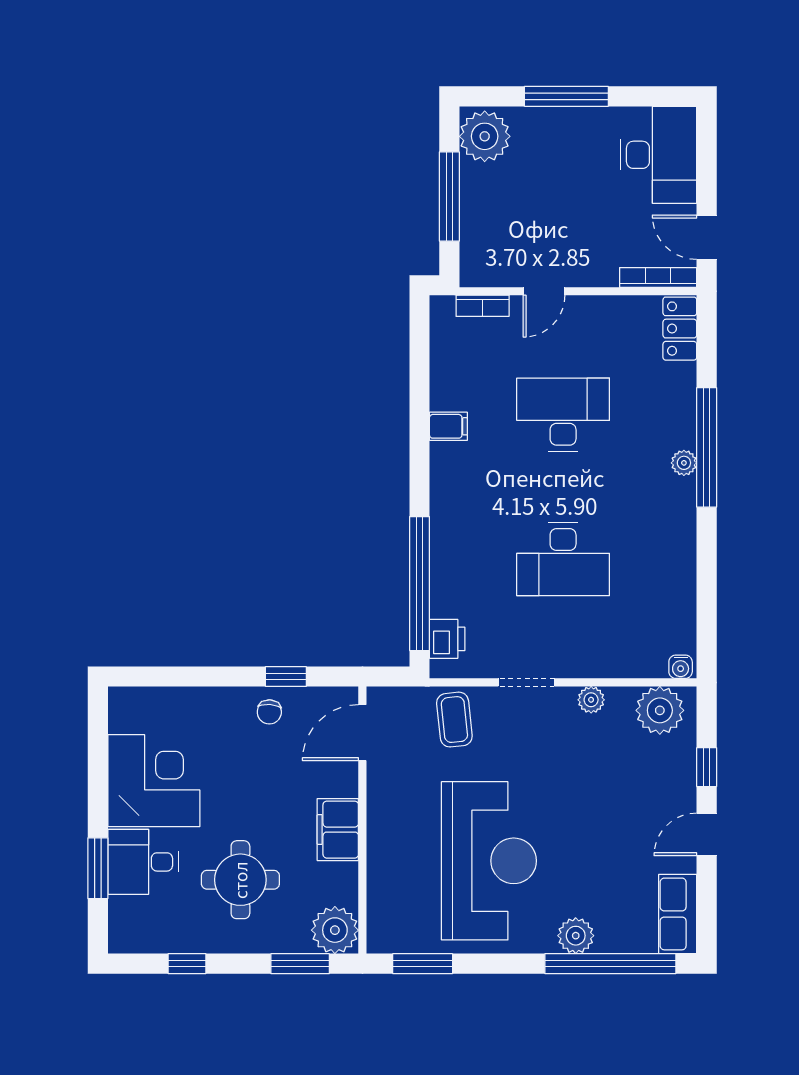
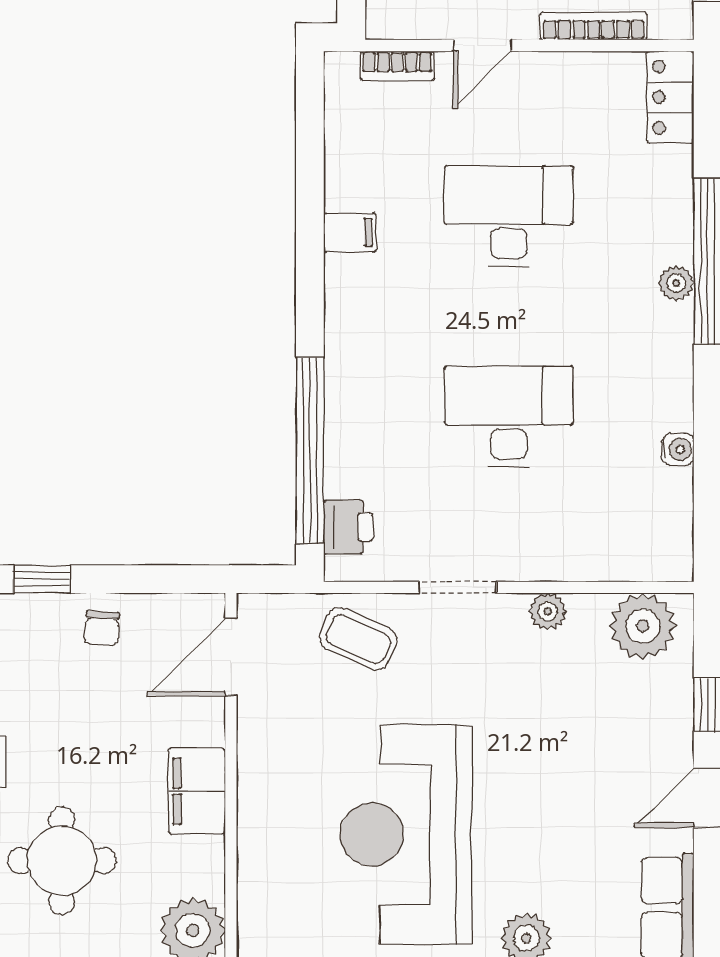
bookcase: (658, 277) -> (594, 26), moved
desk: (563, 559) -> (509, 417), turned 180
water cooler: (681, 667) -> (678, 449), moved, turned -90
window: (286, 677) -> (42, 579), moved
coffee table: (454, 720) -> (358, 639), turned -60
reception desk: (489, 861) -> (406, 834), turned 180

